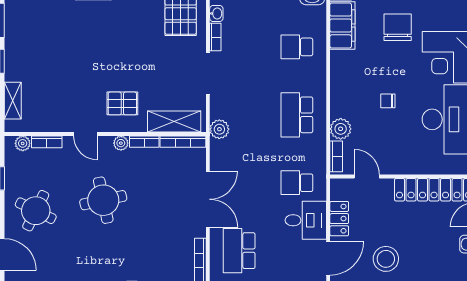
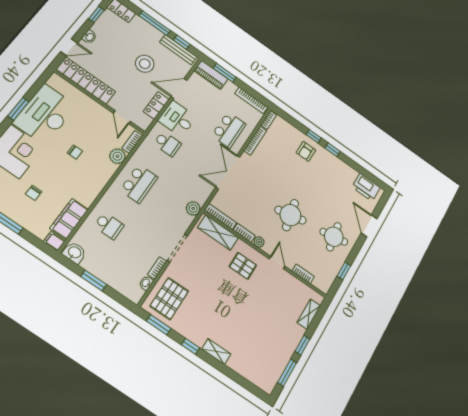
chair: (398, 27) -> (34, 193), width x0.54, depth x0.54
plant: (23, 143) -> (318, 283), removed
round table: (36, 211) -> (334, 237), turned -36

